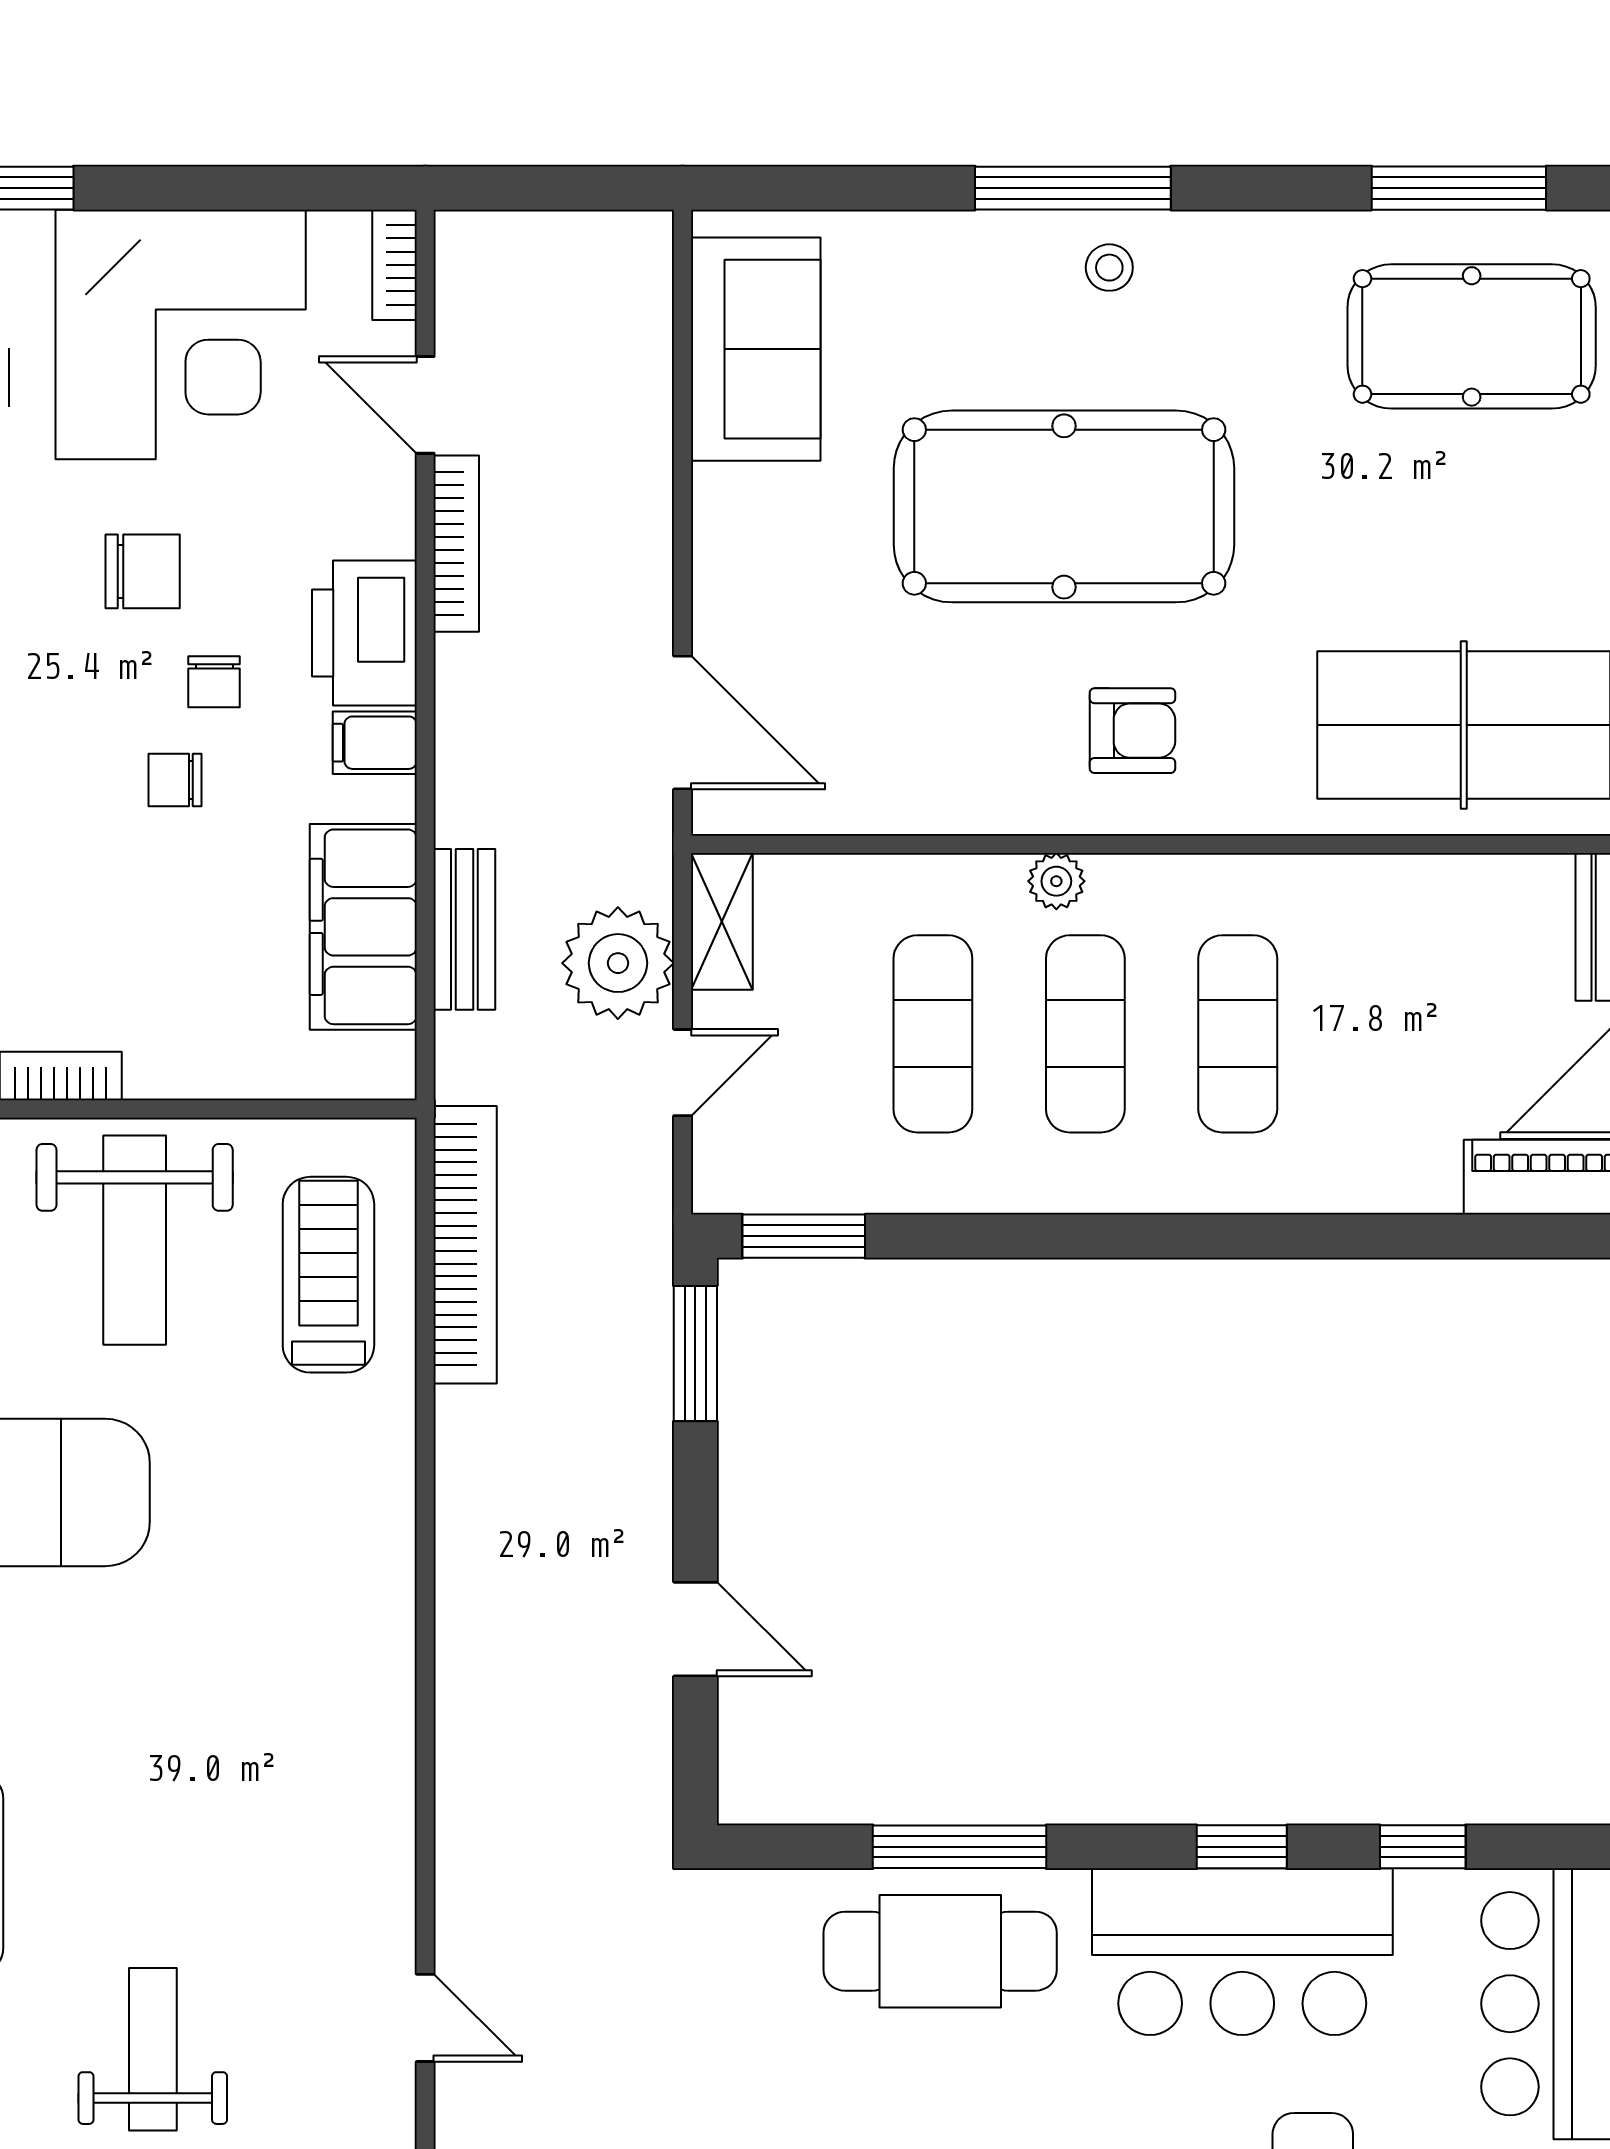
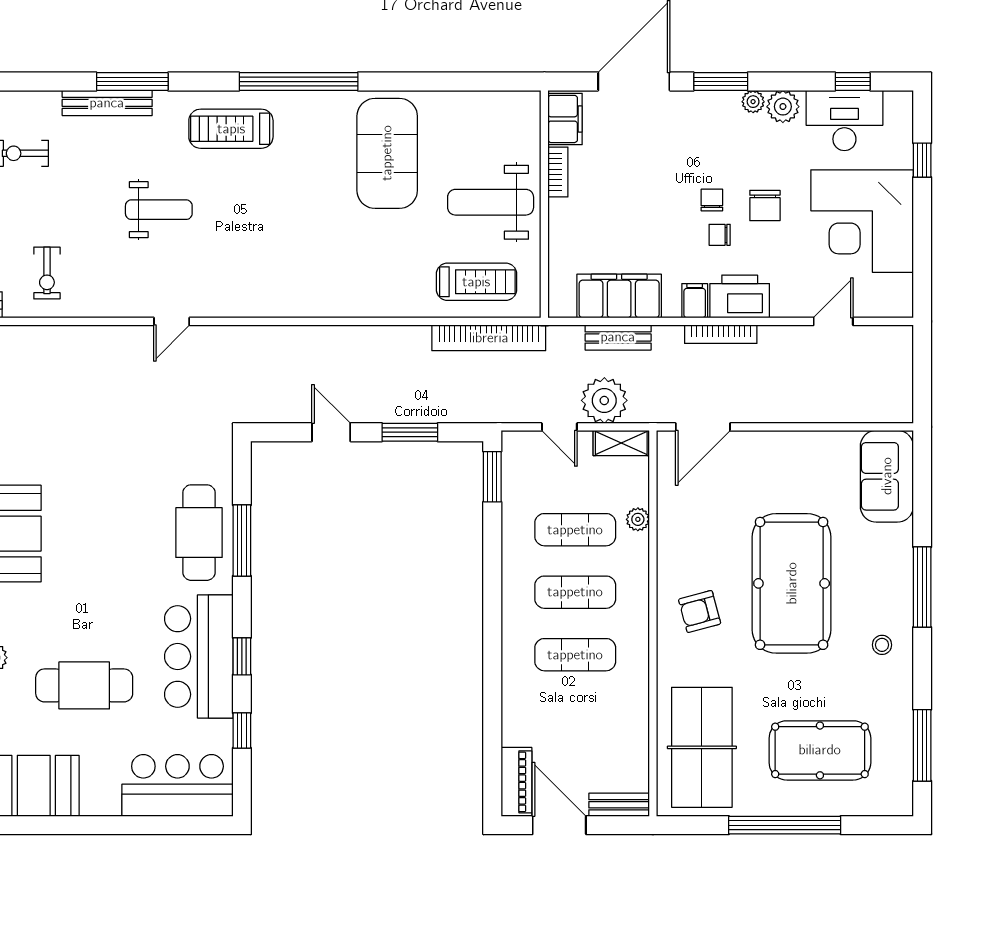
bookcase: (394, 265) -> (891, 309), removed
stool: (1109, 268) -> (882, 645), moved
pool table: (1472, 336) -> (820, 750), moved, turned 90
sofa: (756, 349) -> (887, 476), moved, turned 90
bookcase: (456, 544) -> (721, 334), moved
armchair: (1132, 731) -> (700, 611), turned 75
chair: (175, 780) -> (712, 200), moved
plant: (1056, 881) -> (638, 519), moved
window: (695, 1354) -> (410, 432), moved
door: (695, 1629) -> (331, 432), swing flipped

